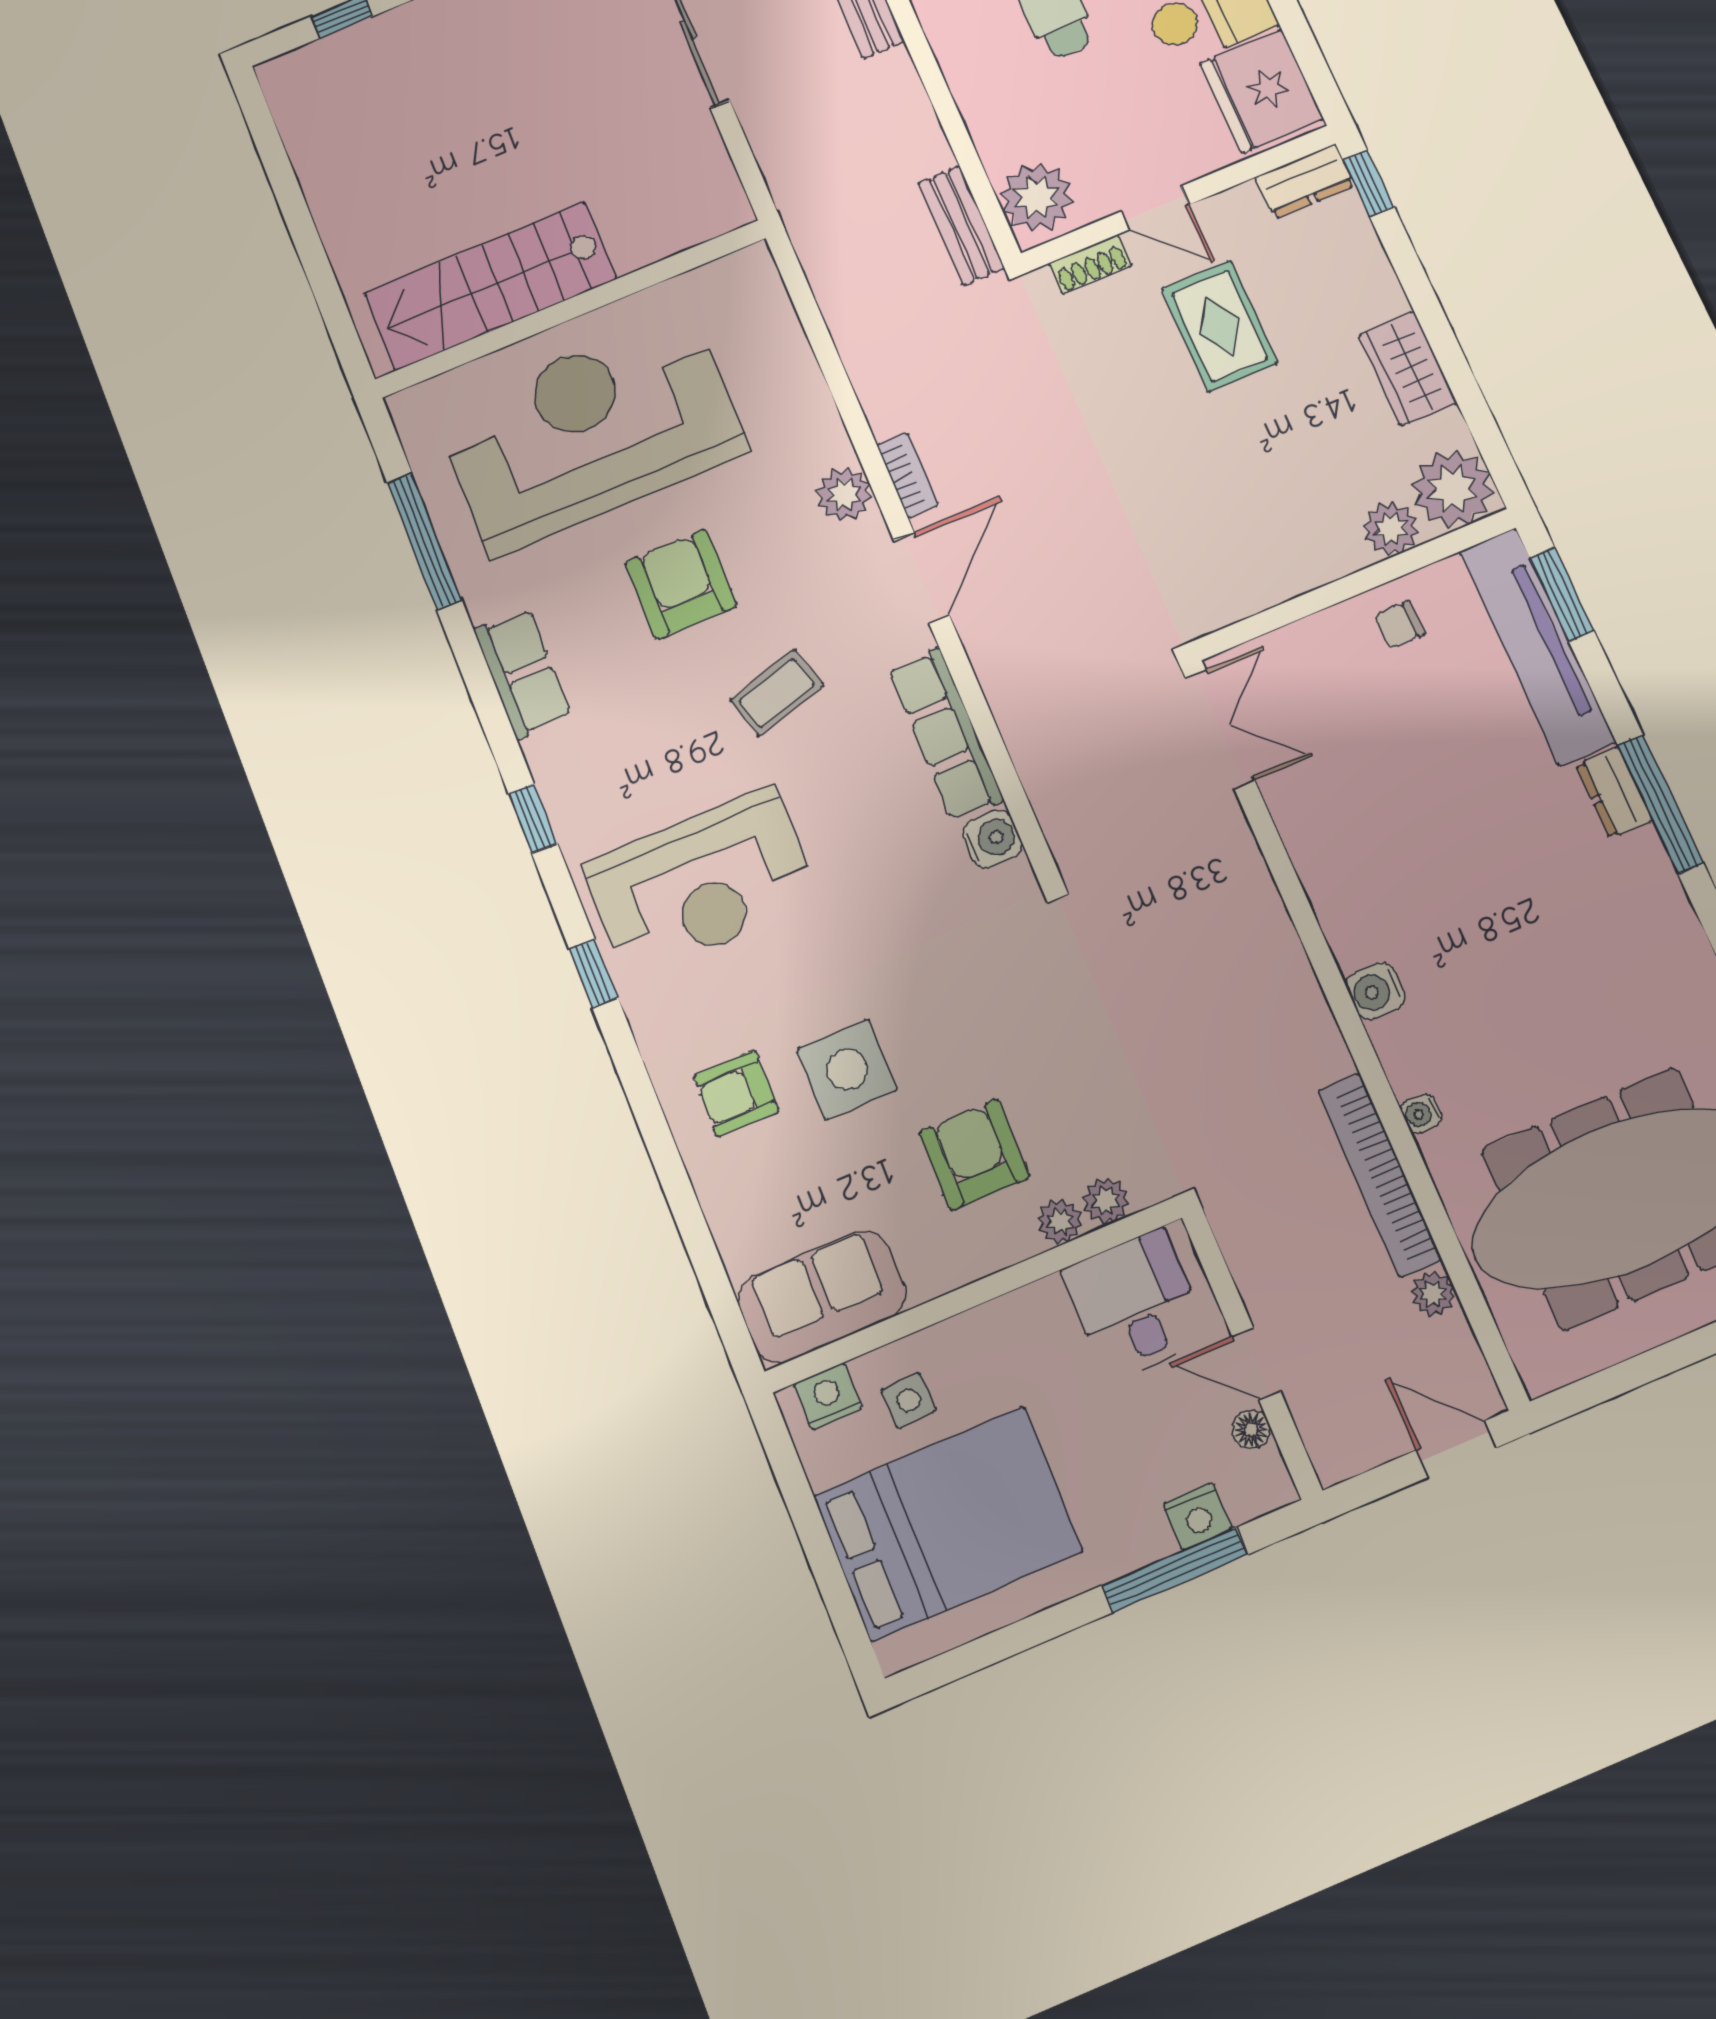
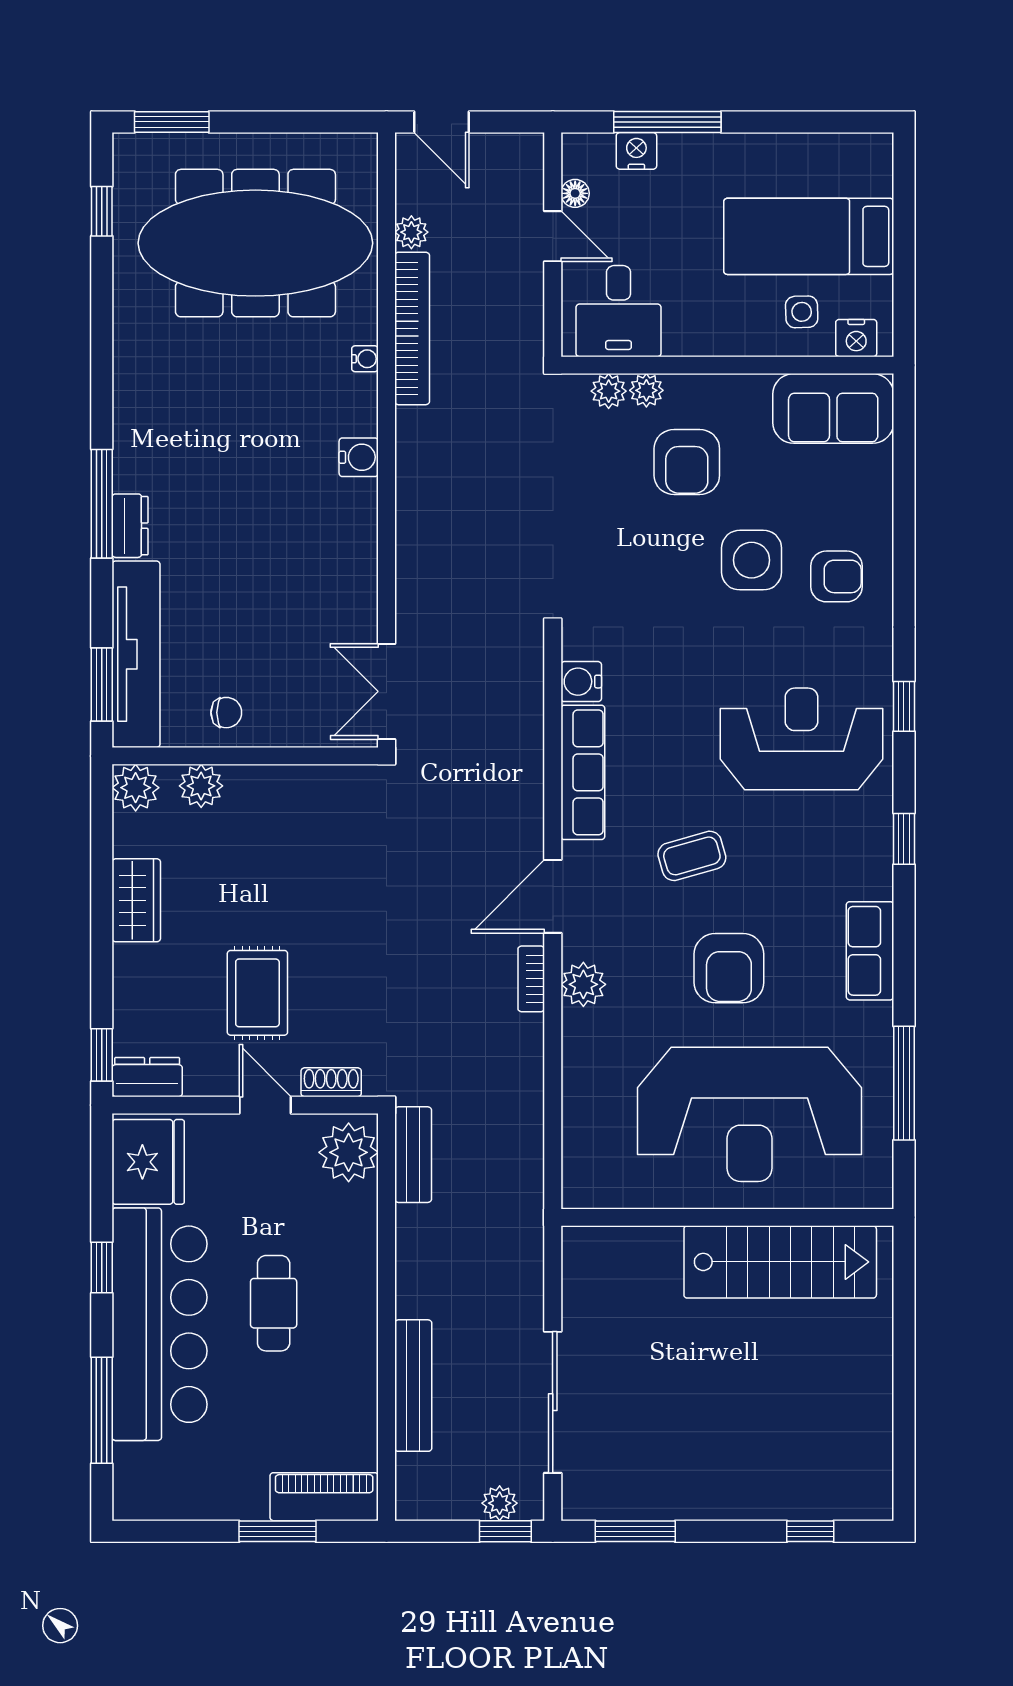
plant: (1453, 489) -> (136, 788), width x0.73, depth x0.73
bed: (948, 1524) -> (809, 236), width x0.67

